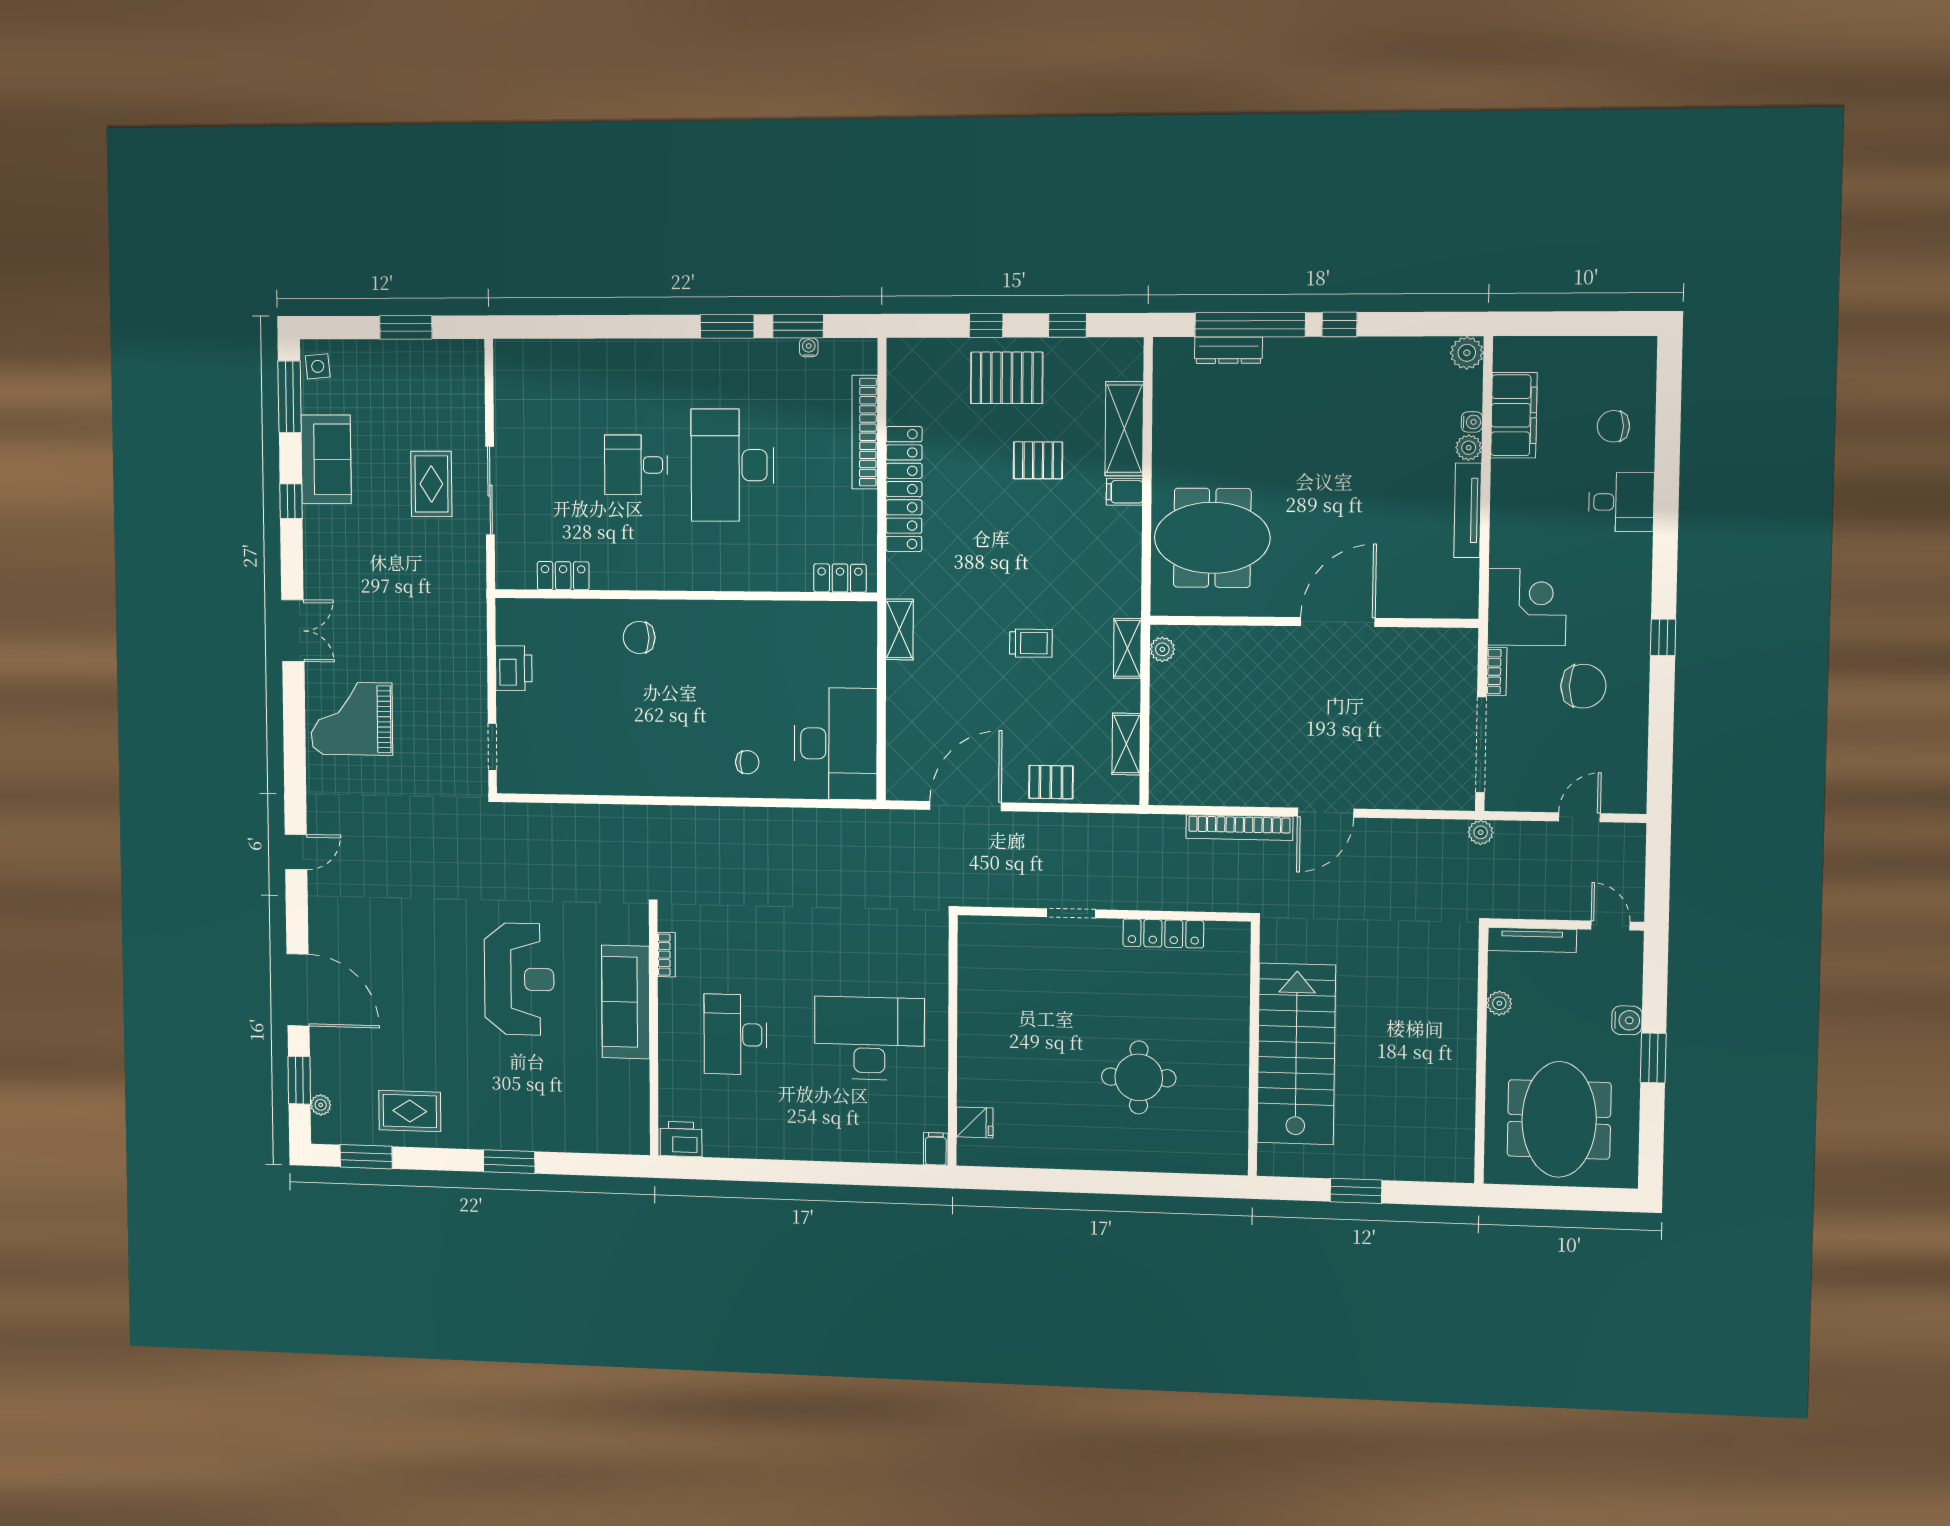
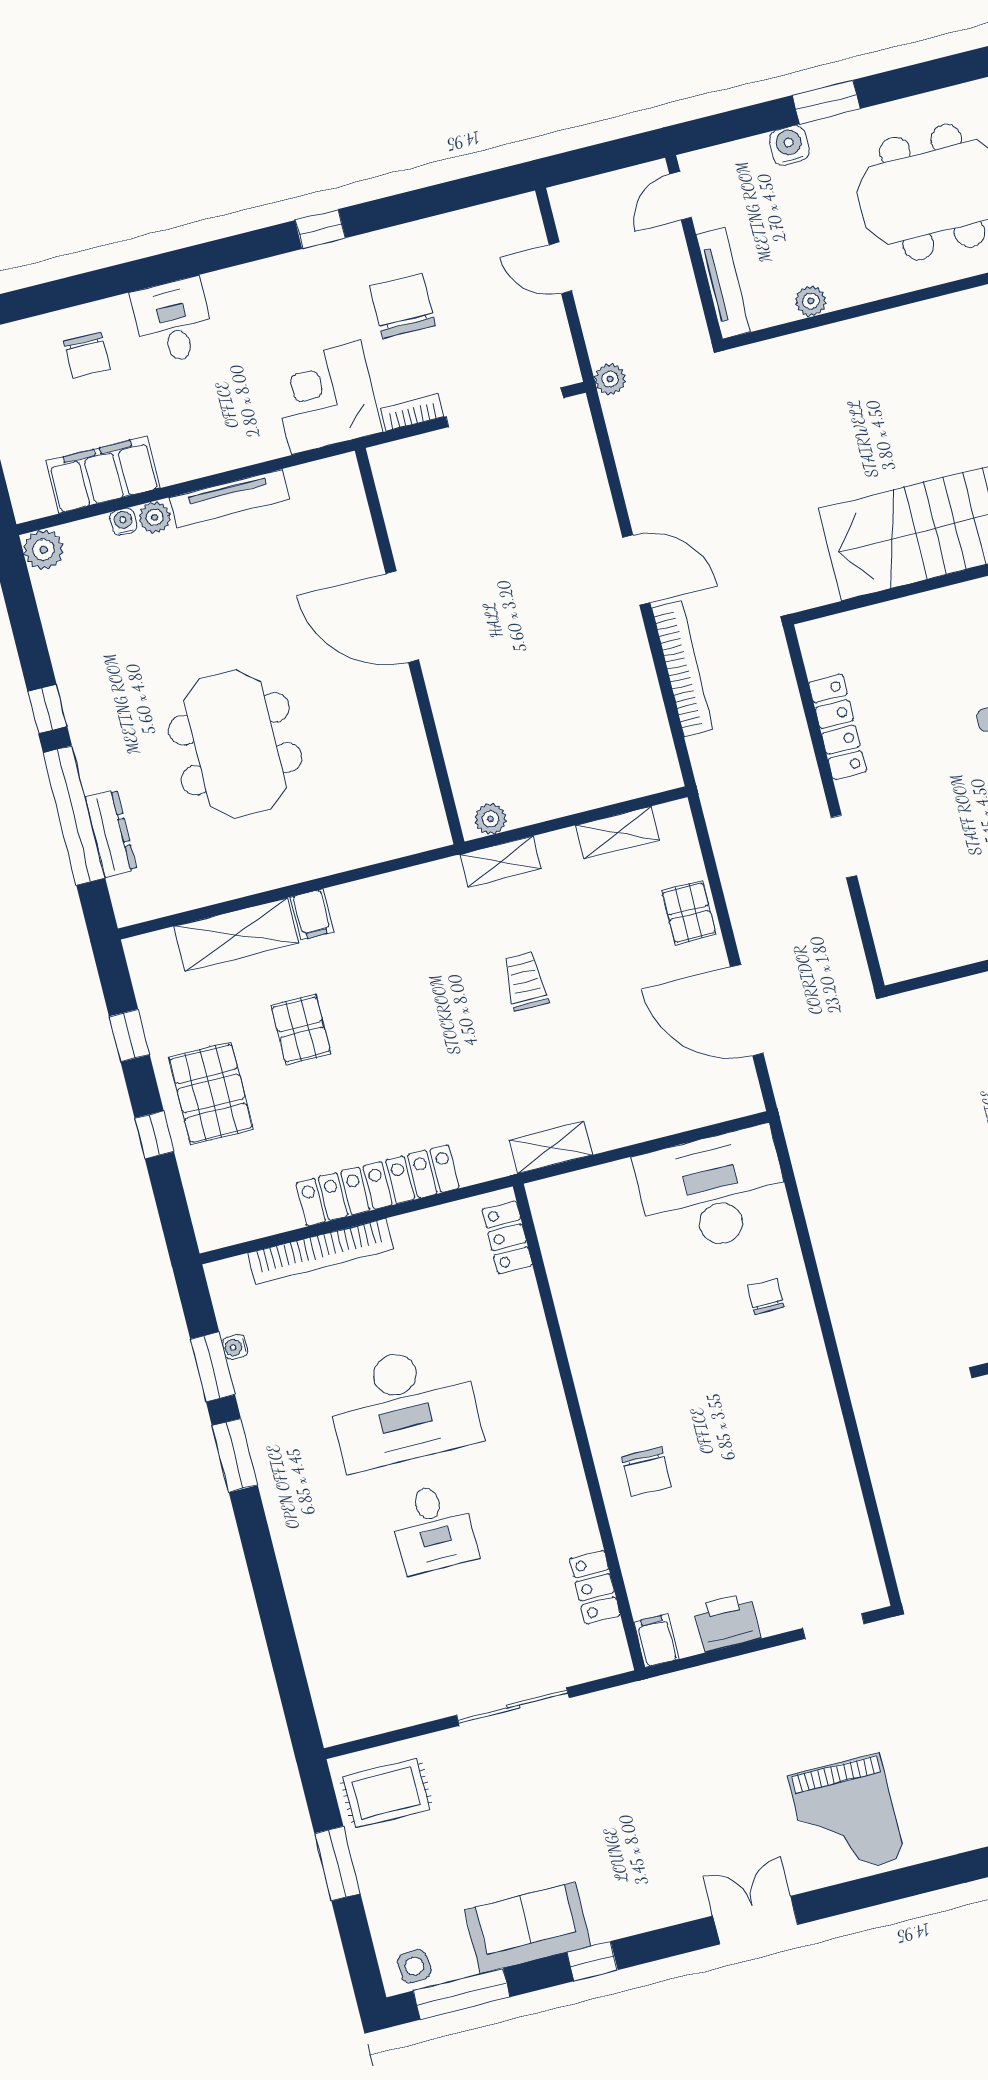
rug: (431, 484) -> (386, 1793), moved
meeting table: (1212, 538) -> (235, 744), moved
filing cabinet: (513, 612) -> (657, 1640), added

